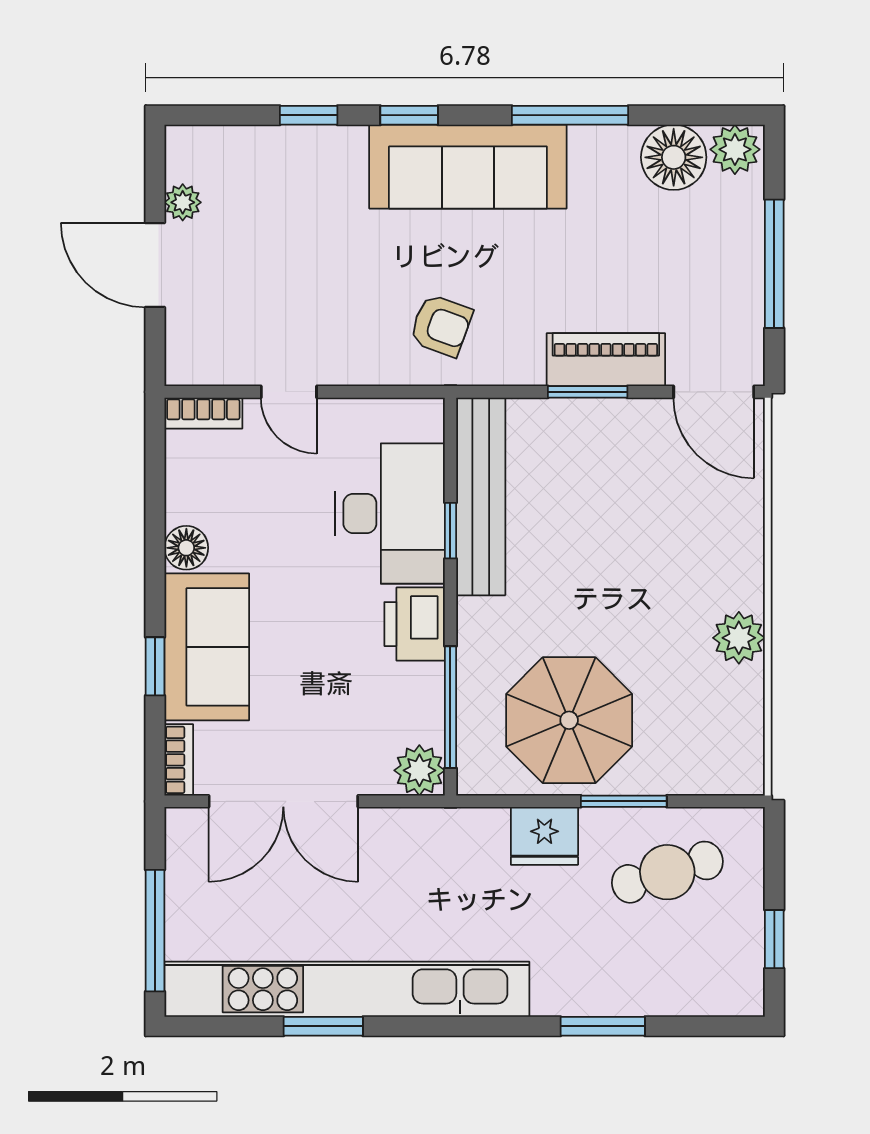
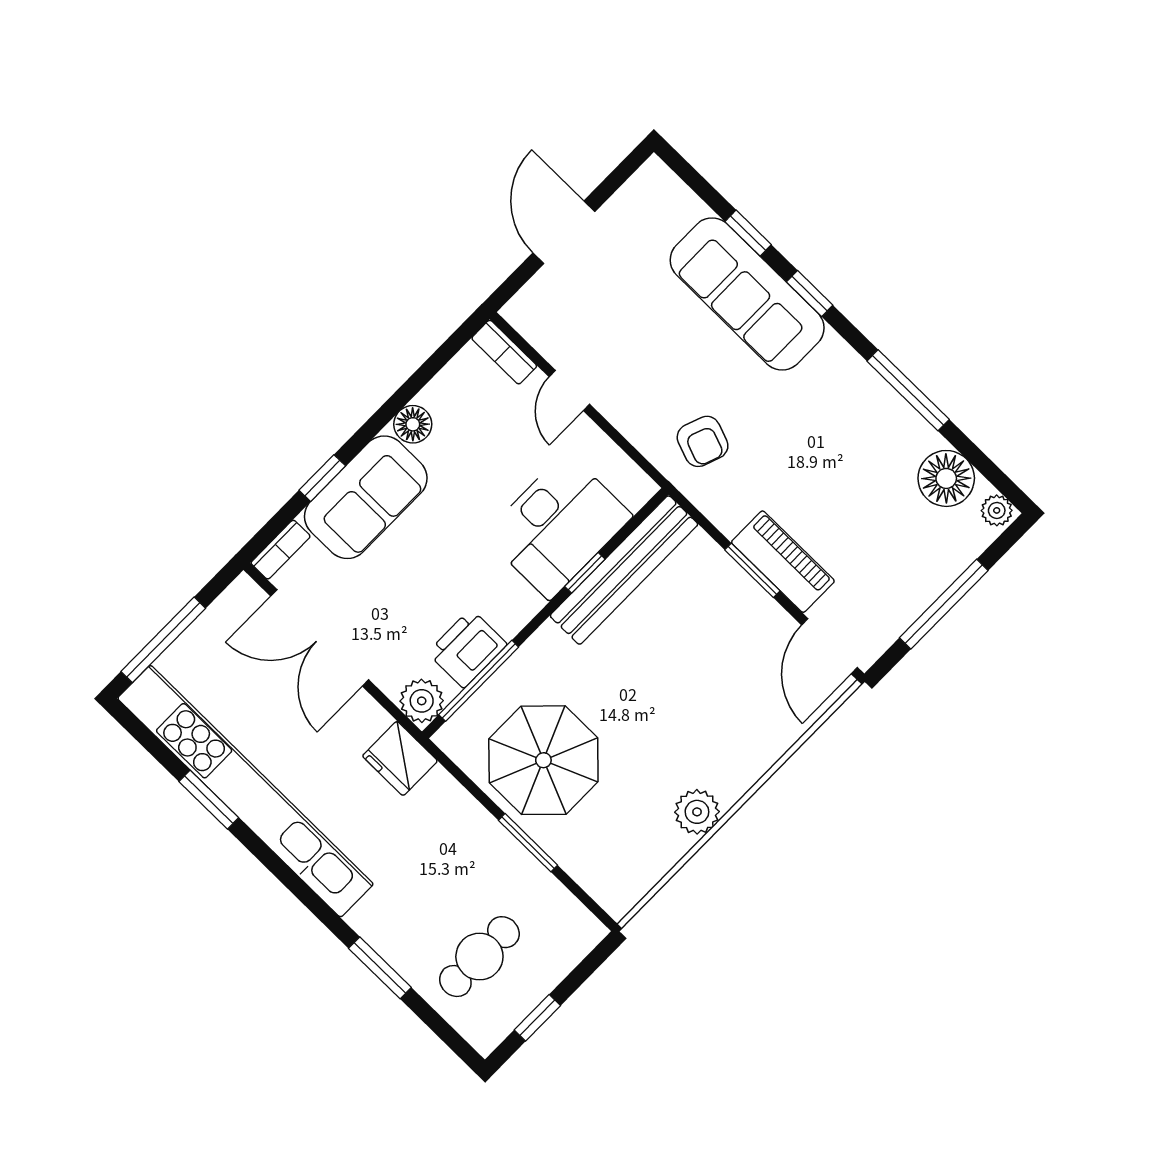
plant: (735, 149) -> (997, 510), width x0.73, depth x0.73
sofa: (468, 167) -> (747, 294), moved
plant: (183, 202) -> (619, 211), removed
printer: (415, 624) -> (467, 648), moved
fridge: (544, 836) -> (400, 758), moved
cafe table: (667, 872) -> (479, 957), moved, turned -73

